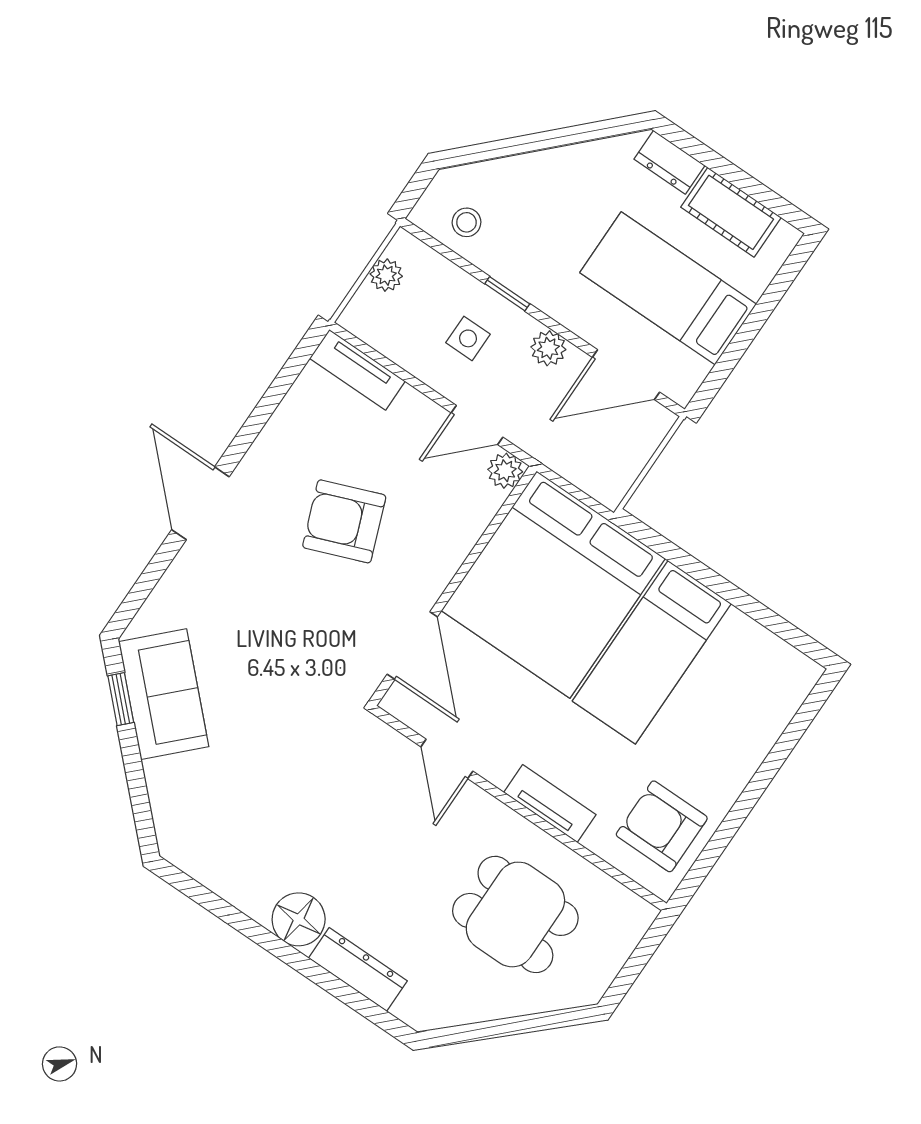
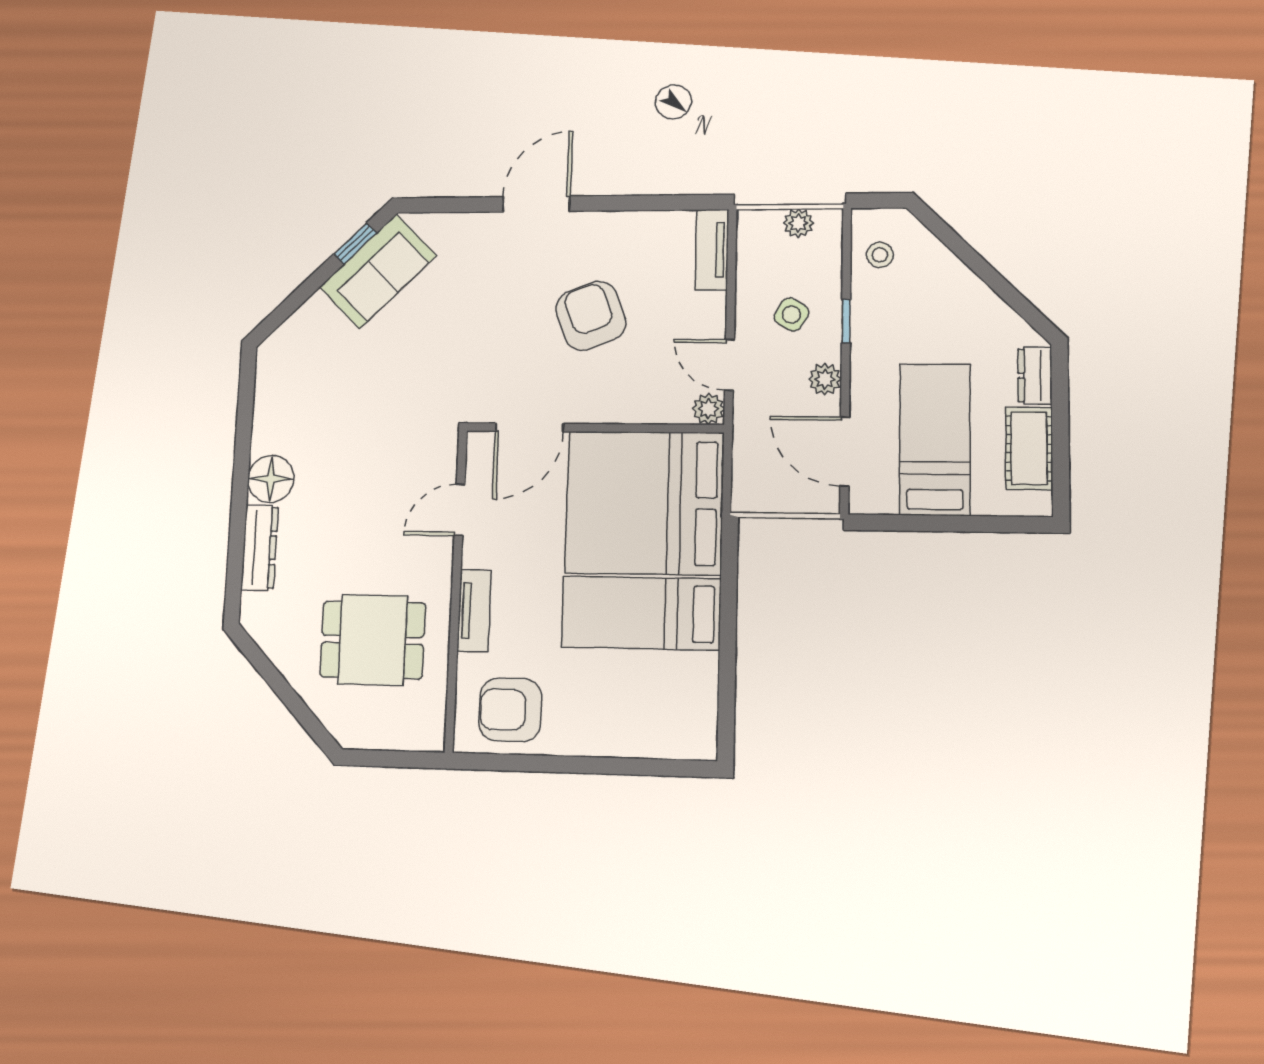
side table: (468, 338) -> (791, 315), turned 32
armchair: (662, 826) -> (510, 710), turned -90
dining table: (515, 914) -> (373, 640), turned 90

